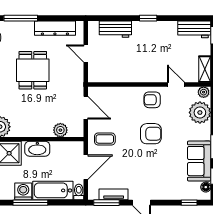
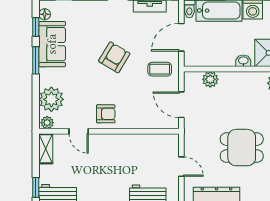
dining table: (33, 70) -> (242, 148), turned 90
armchair: (151, 134) -> (114, 57), moved, turned 121
washbasin: (37, 149) -> (243, 61), width x0.52, depth x0.69

